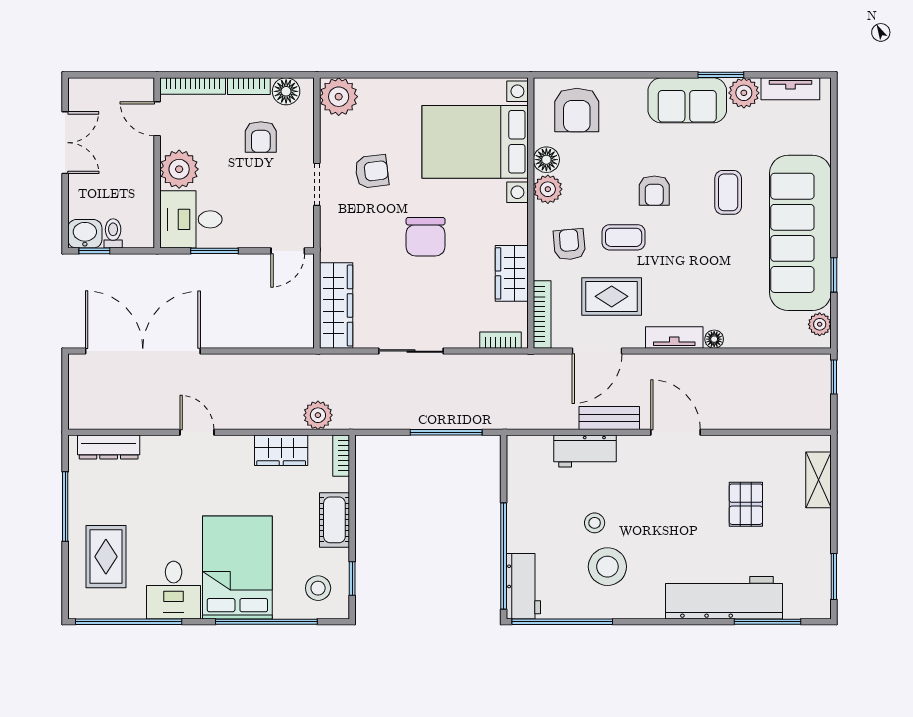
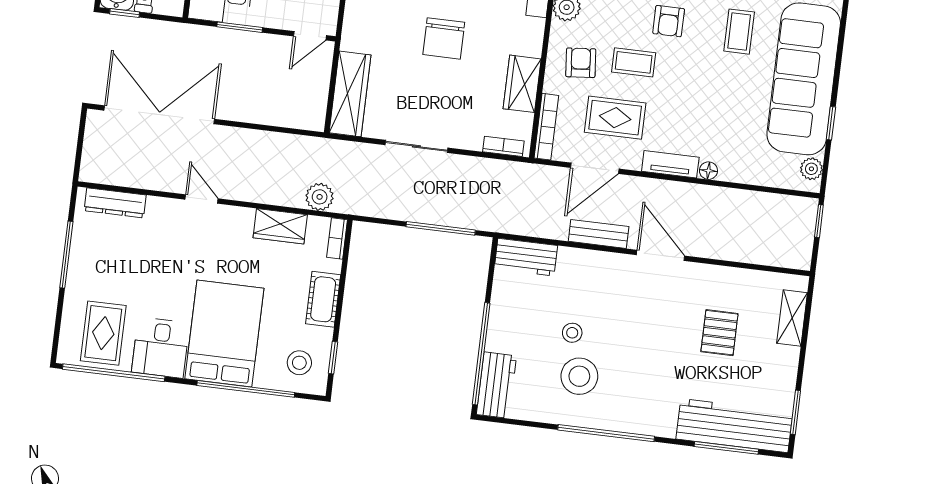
workbench: (585, 451) -> (526, 257), moved
rug: (106, 557) -> (103, 333), moved
workbench: (724, 598) -> (734, 426), moved
window: (562, 622) -> (606, 433), moved

